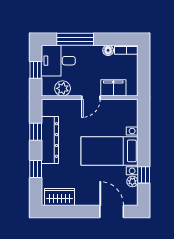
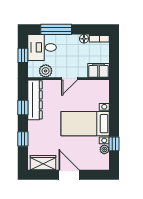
filing cabinet: (113, 88) -> (99, 70), moved
dresser: (50, 140) -> (35, 100), moved
door: (112, 211) -> (69, 175), moved

